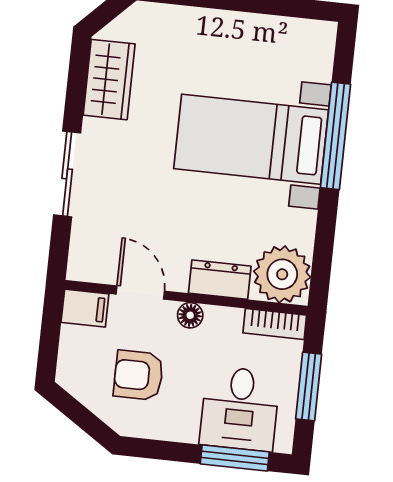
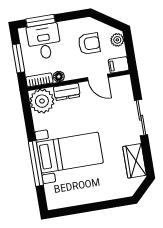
floor lamp: (190, 315) -> (59, 77), moved
plant: (72, 366) -> (117, 40), added

